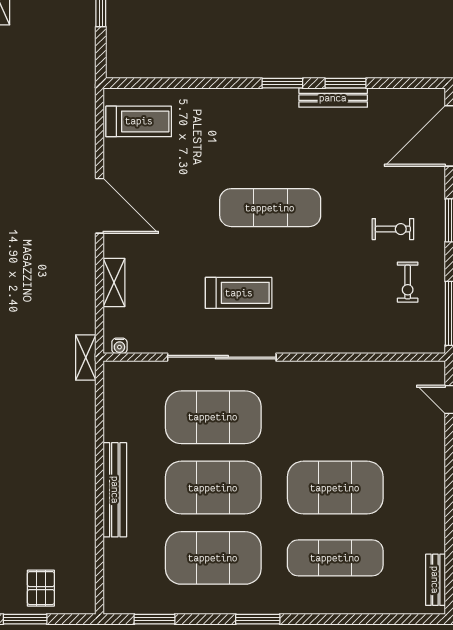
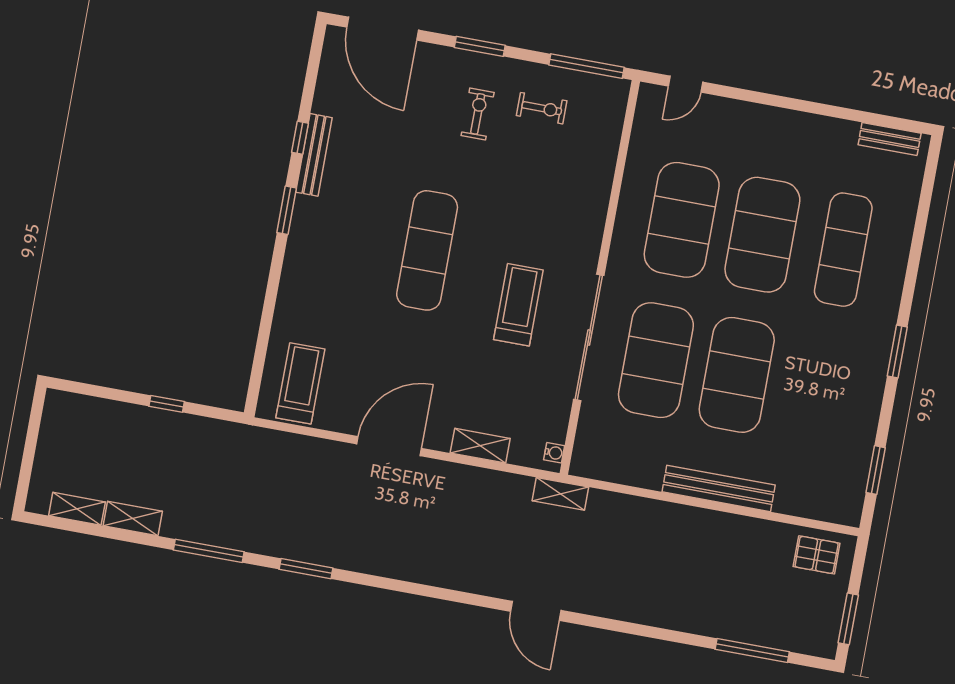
window: (345, 83) -> (300, 138), width x0.67
exercise mat: (213, 558) -> (682, 220), moved
pallet: (41, 588) -> (817, 555), moved

